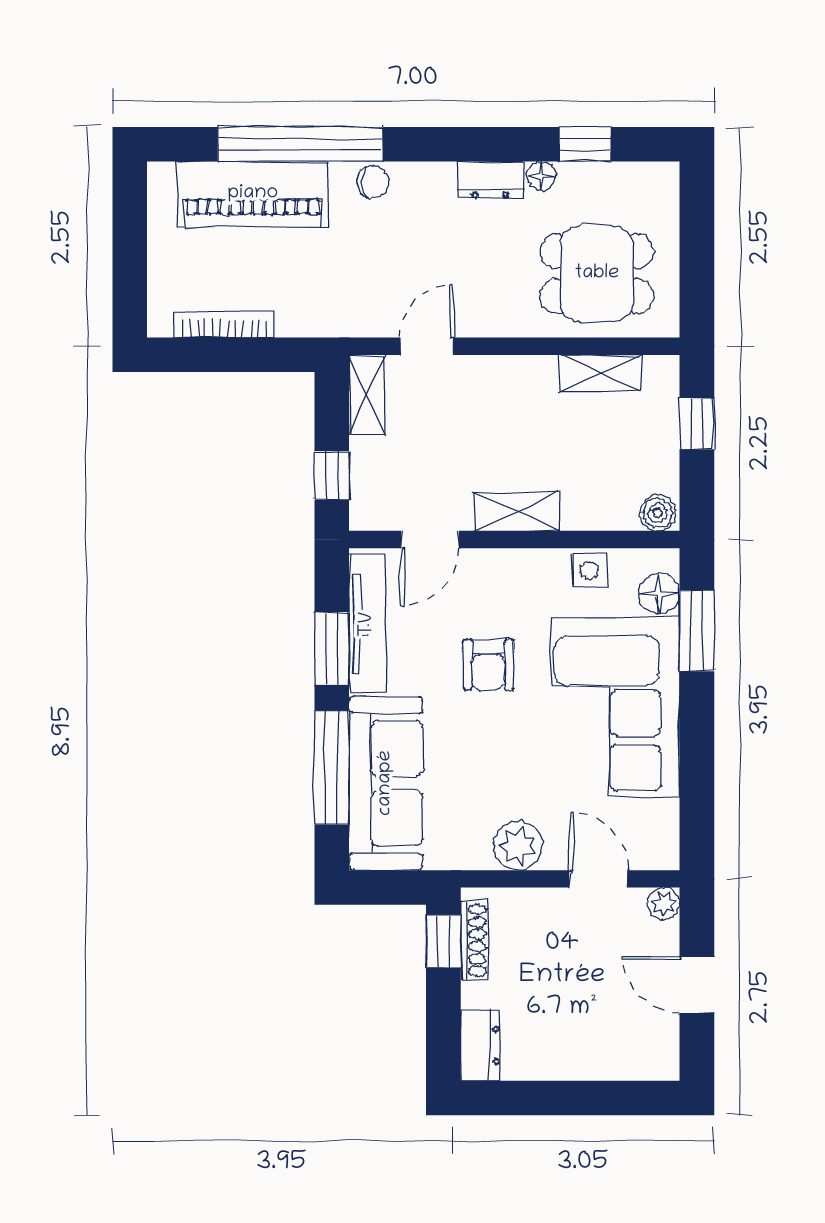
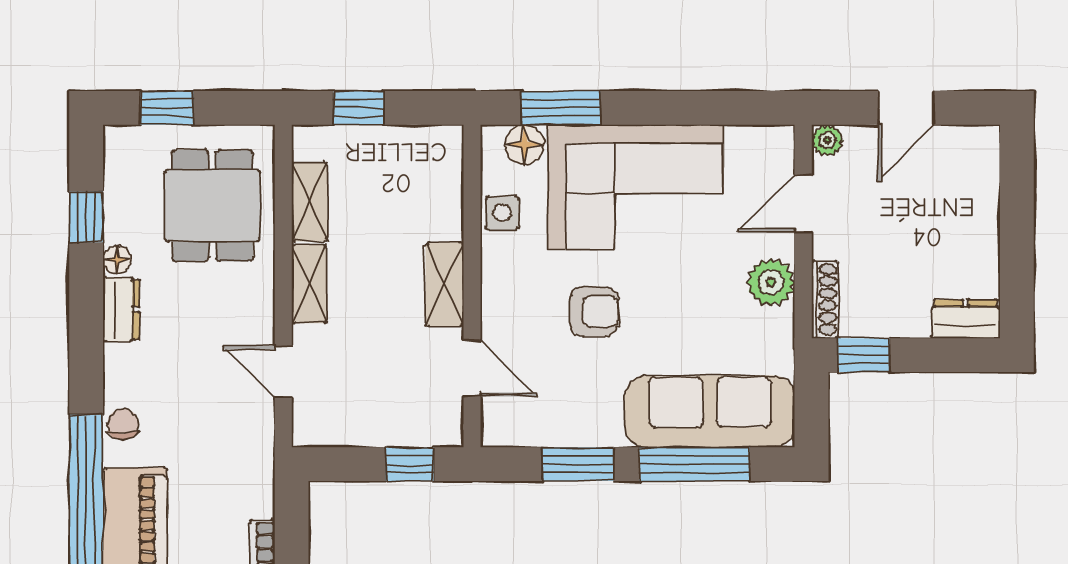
window: (697, 227) -> (167, 108), added
shelving: (367, 395) -> (309, 284), moved, turned 90
boiler: (658, 513) -> (446, 146), removed
tv unit: (368, 624) -> (554, 429), removed
shoe rack: (474, 940) -> (825, 299), moved, turned 90

